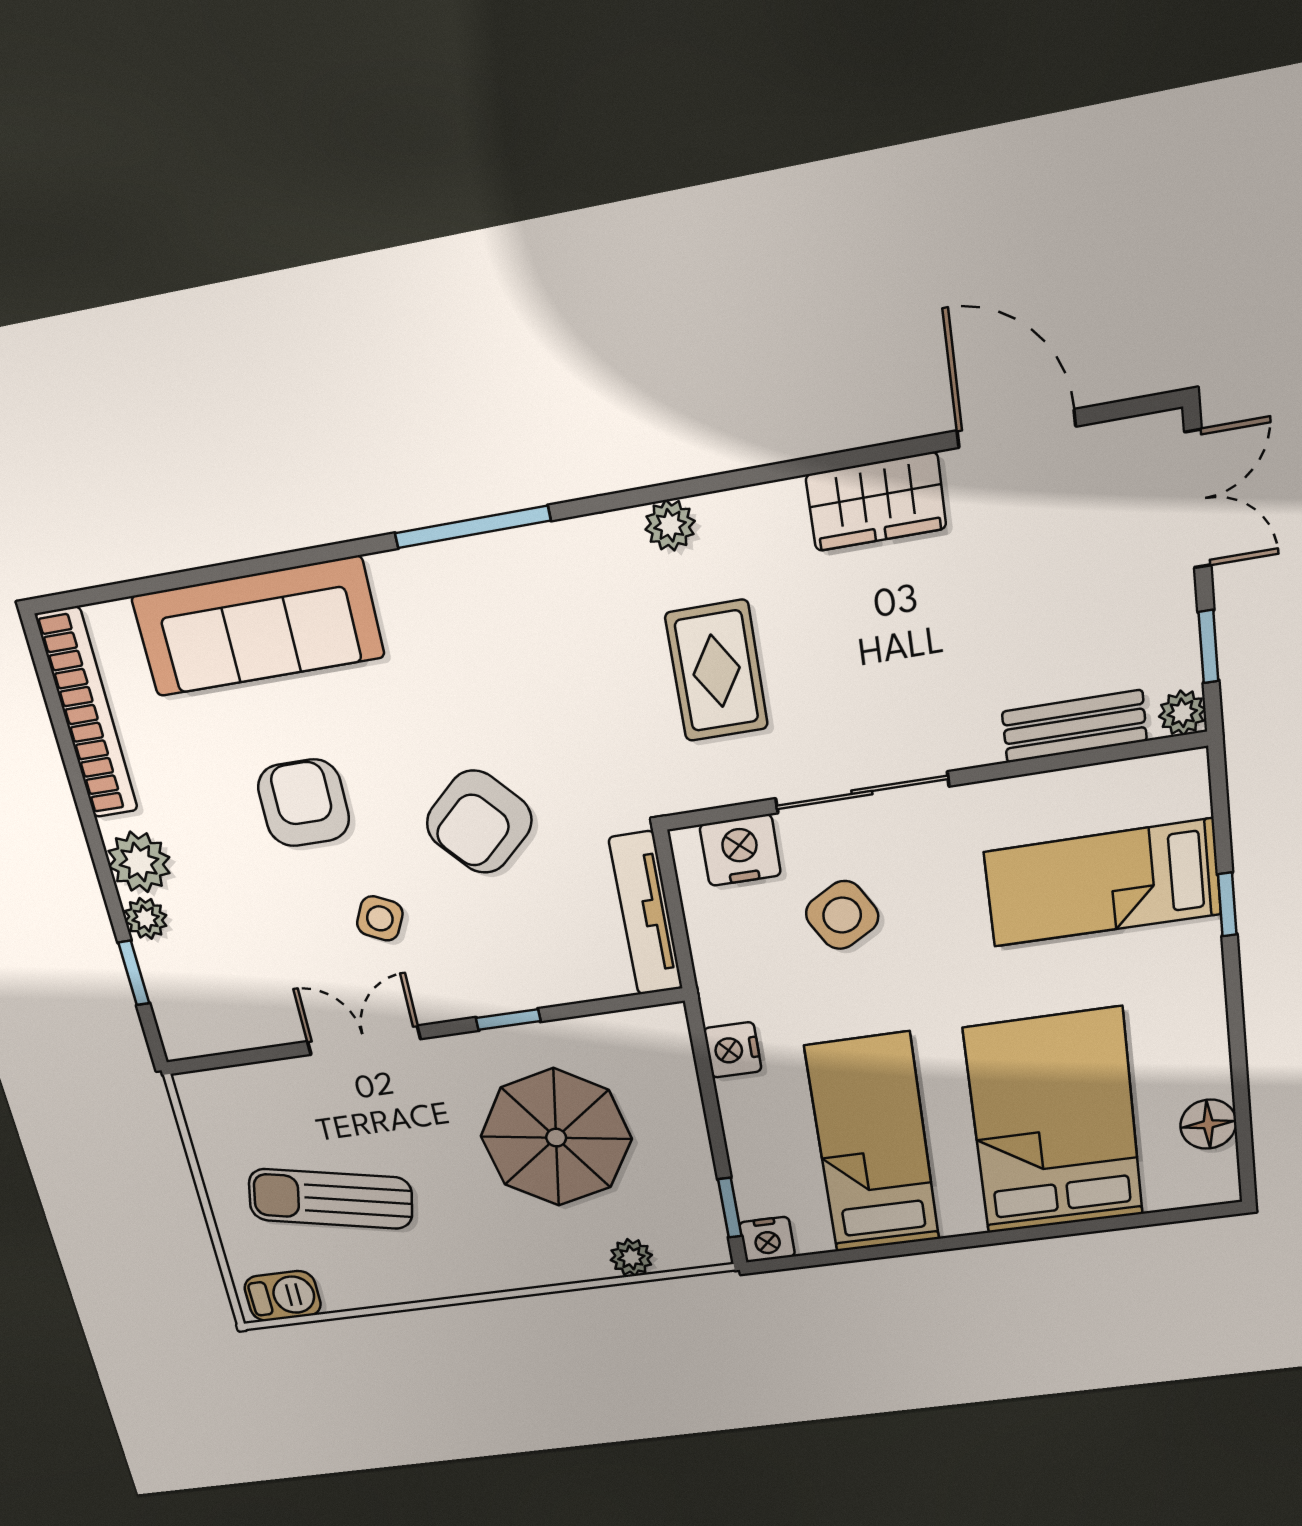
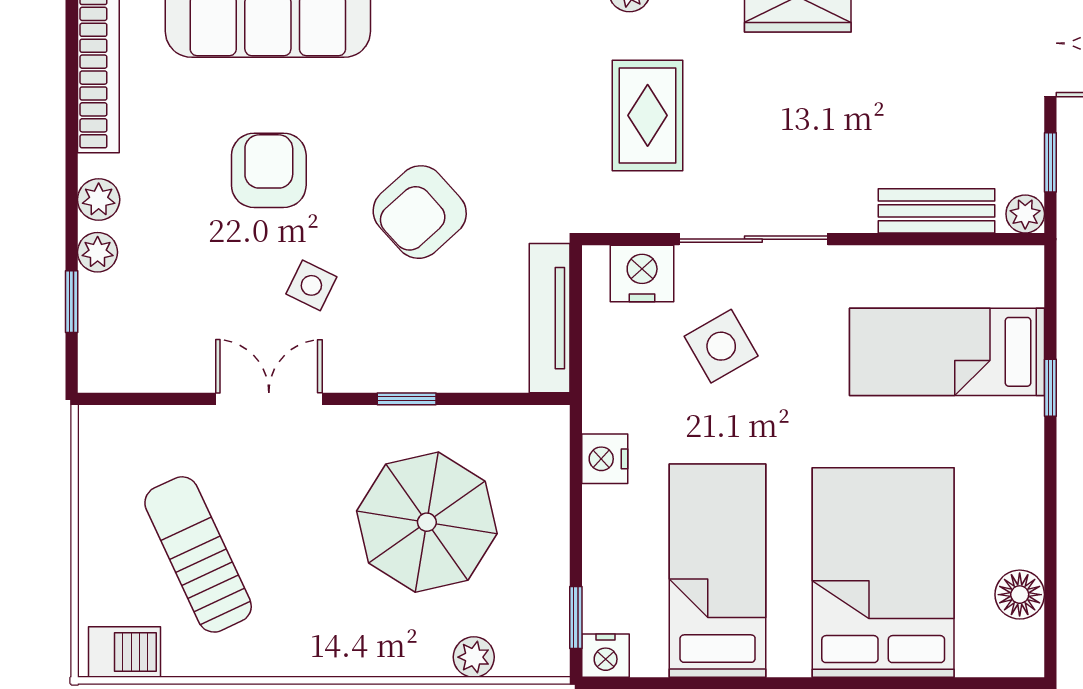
plant: (139, 862) -> (99, 200), width x0.73, depth x0.73
sun lounger: (331, 1199) -> (198, 554), turned 53

